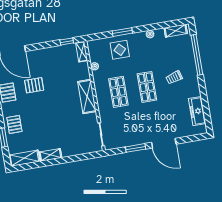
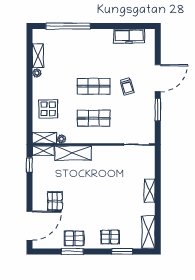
shelving: (176, 31) -> (38, 56), moved
window: (122, 32) -> (30, 103), removed
shelving: (93, 51) -> (44, 138), added
trolley: (174, 77) -> (127, 86), moved
pallet: (34, 85) -> (55, 201), moved
shelving: (87, 97) -> (73, 153), moved
shelving: (50, 155) -> (150, 191), moved

